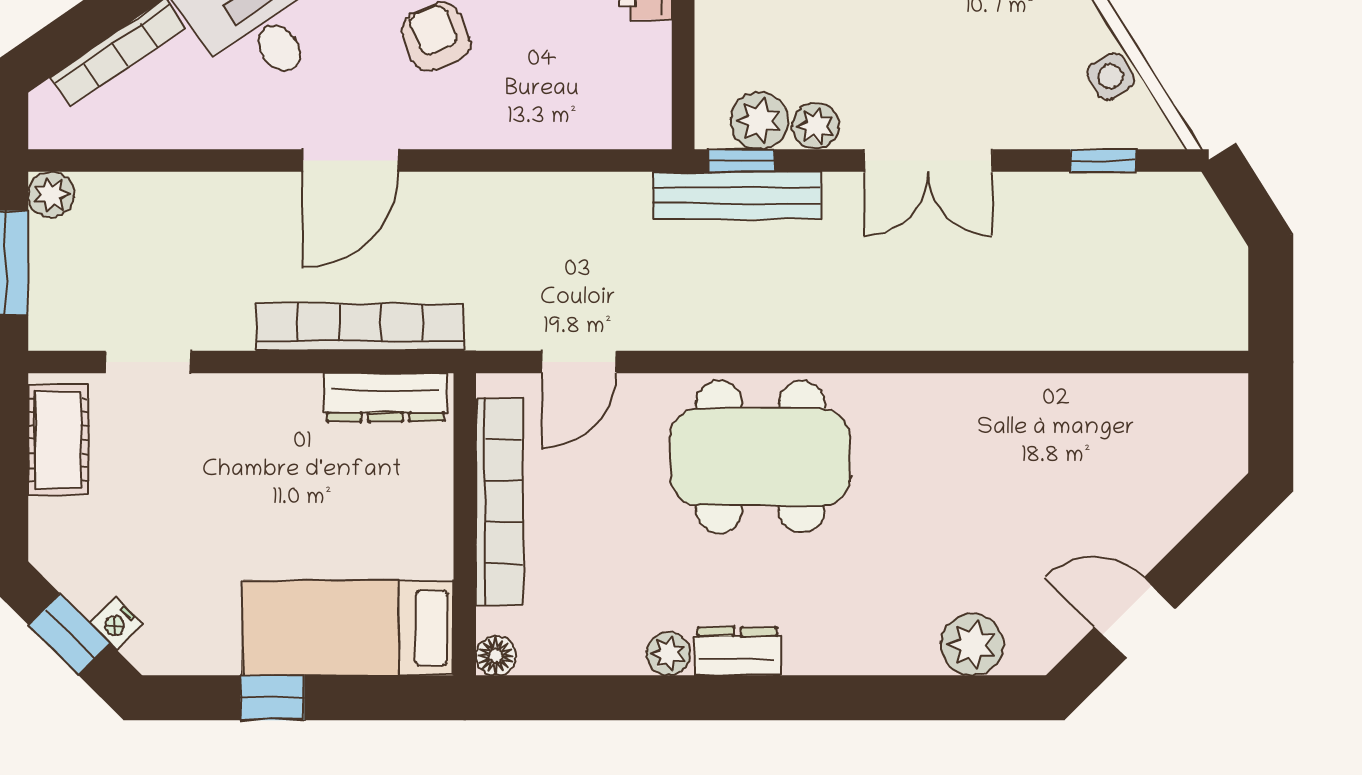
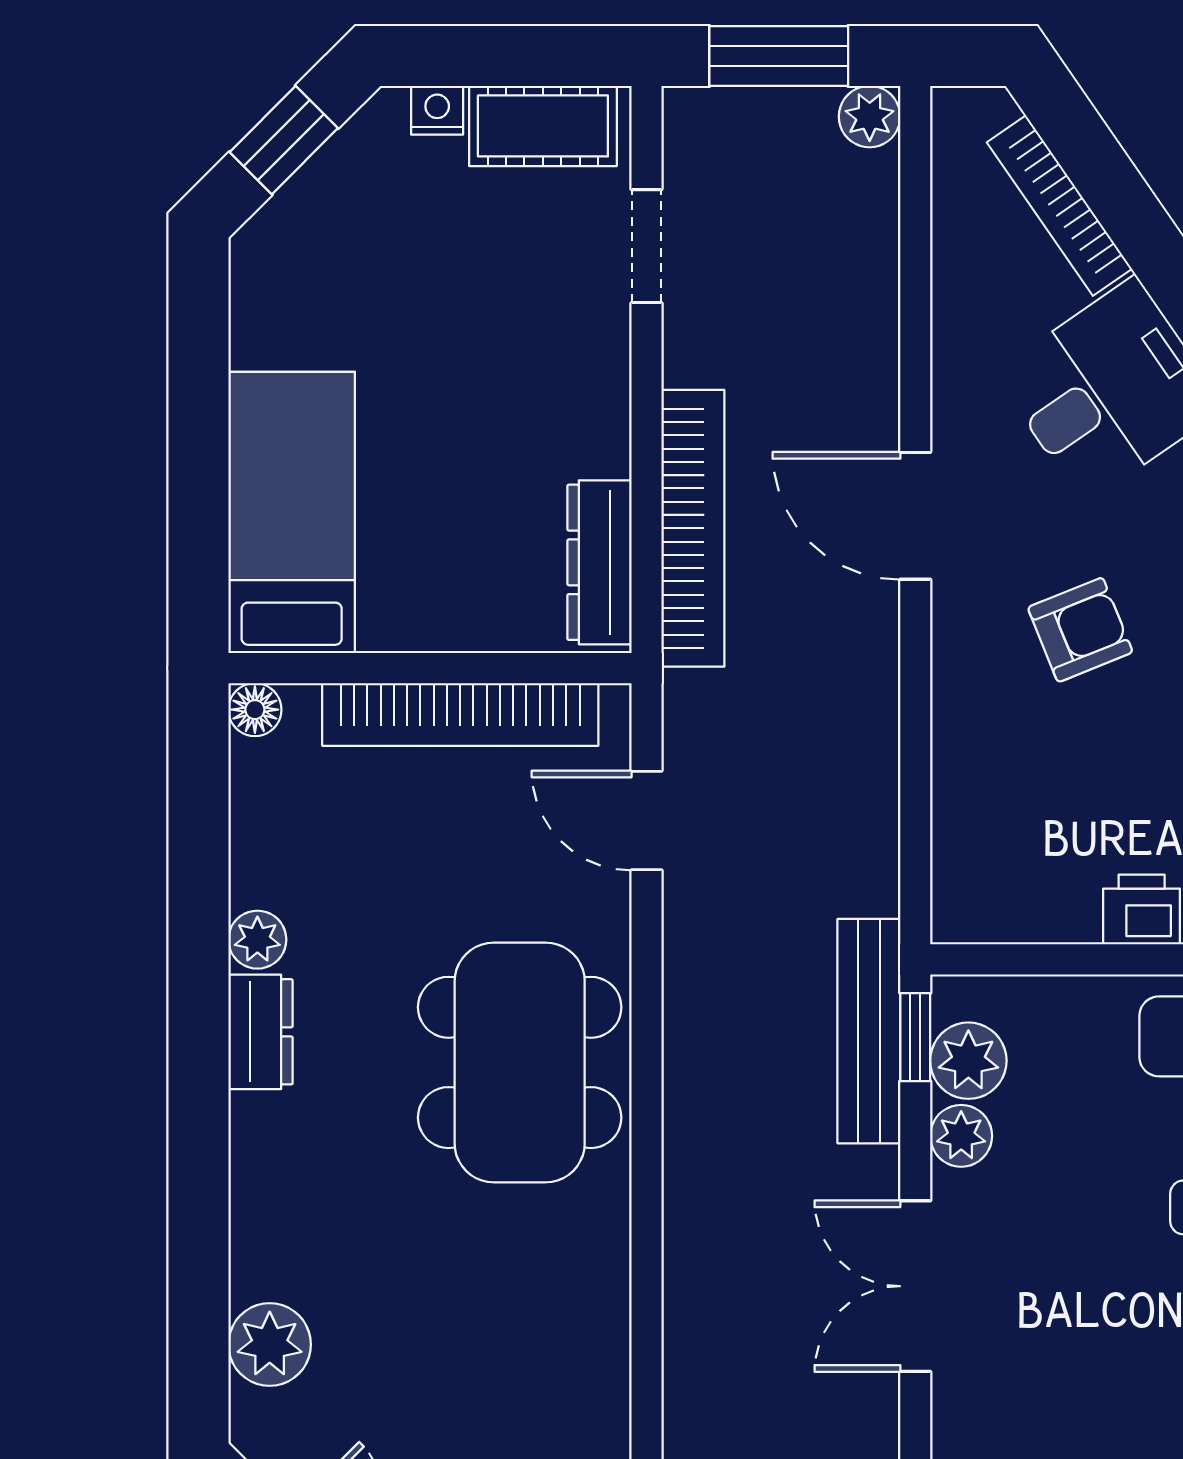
nightstand: (116, 624) -> (437, 110), moved, turned 45
window: (272, 698) -> (198, 411), removed

